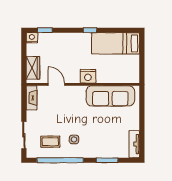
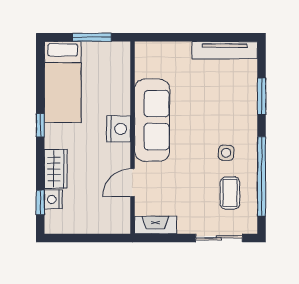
nightstand: (32, 38) -> (53, 199), moved
window: (142, 61) -> (92, 37), added
wardrobe: (33, 68) -> (56, 169), moved, turned 90
sofa: (110, 96) -> (152, 120), moved
tv unit: (134, 144) -> (225, 50), width x1.41

